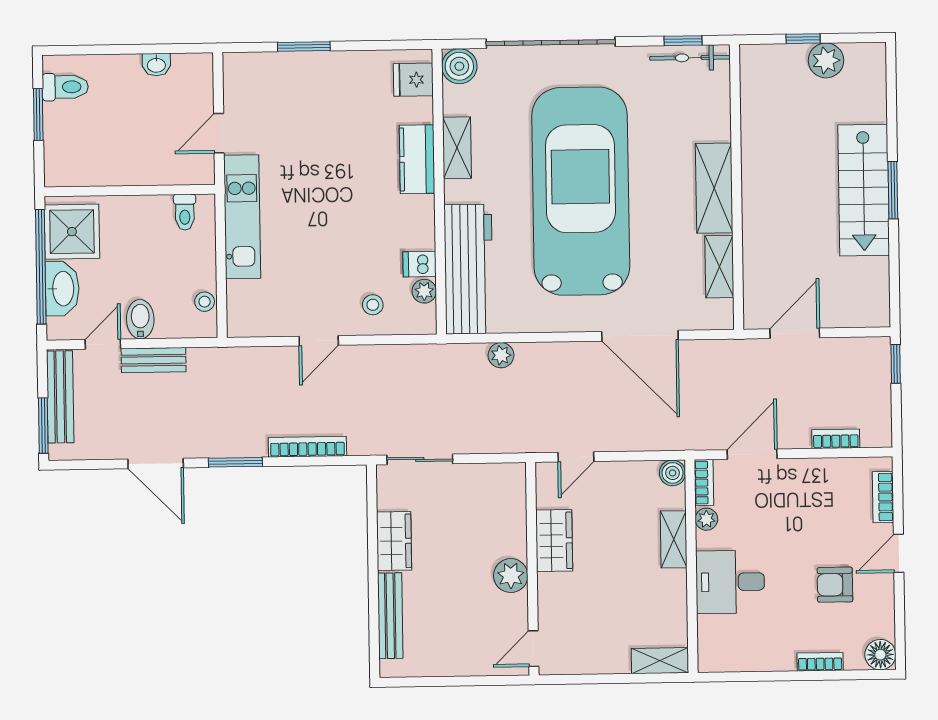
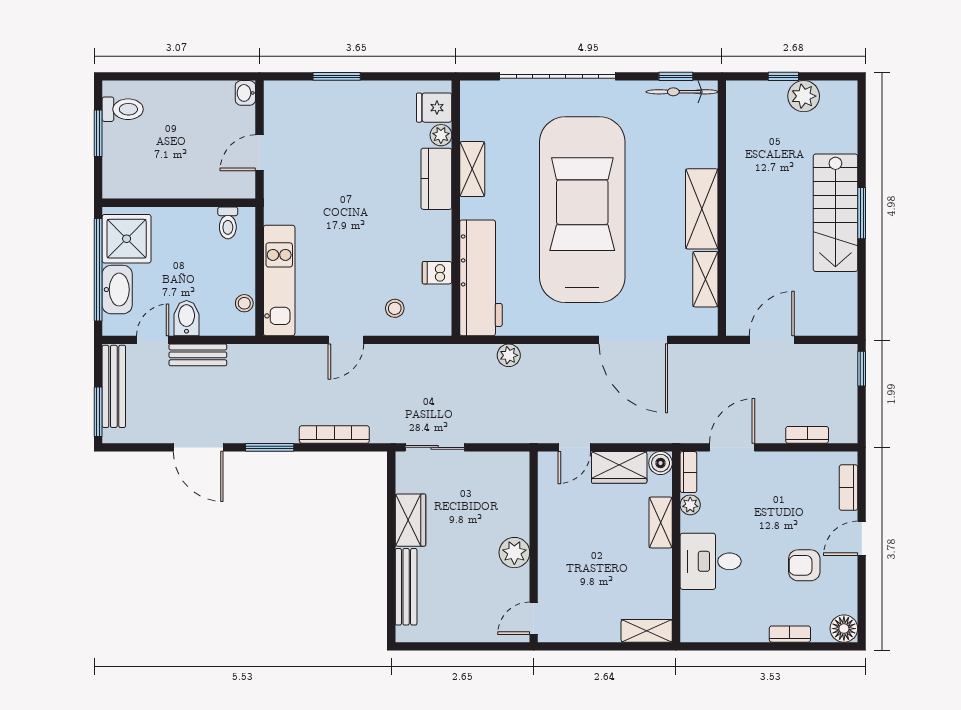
washbasin: (156, 65) -> (245, 93), moved, turned 90
boiler: (459, 66) -> (476, 96), removed
kitchen unit: (242, 217) -> (279, 280), moved
plant: (424, 291) -> (441, 135), moved
wardrobe: (554, 541) -> (619, 467), moved, turned 90

